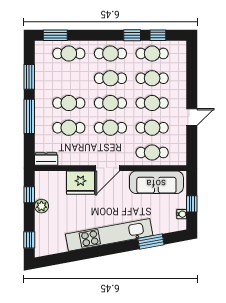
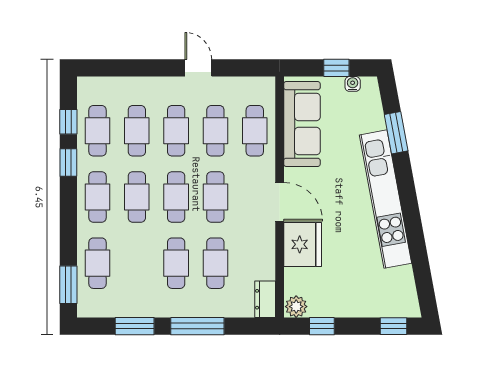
plant: (41, 206) -> (296, 307), moved

